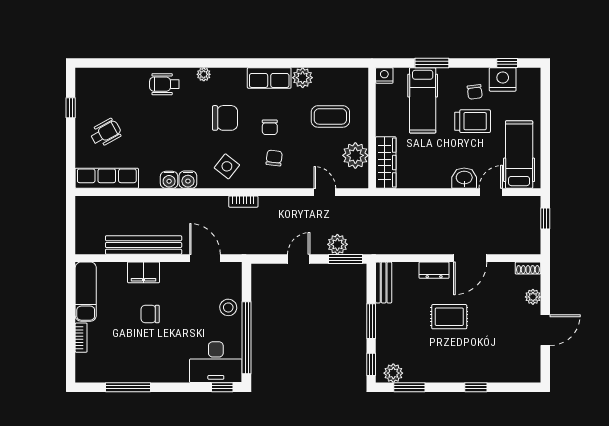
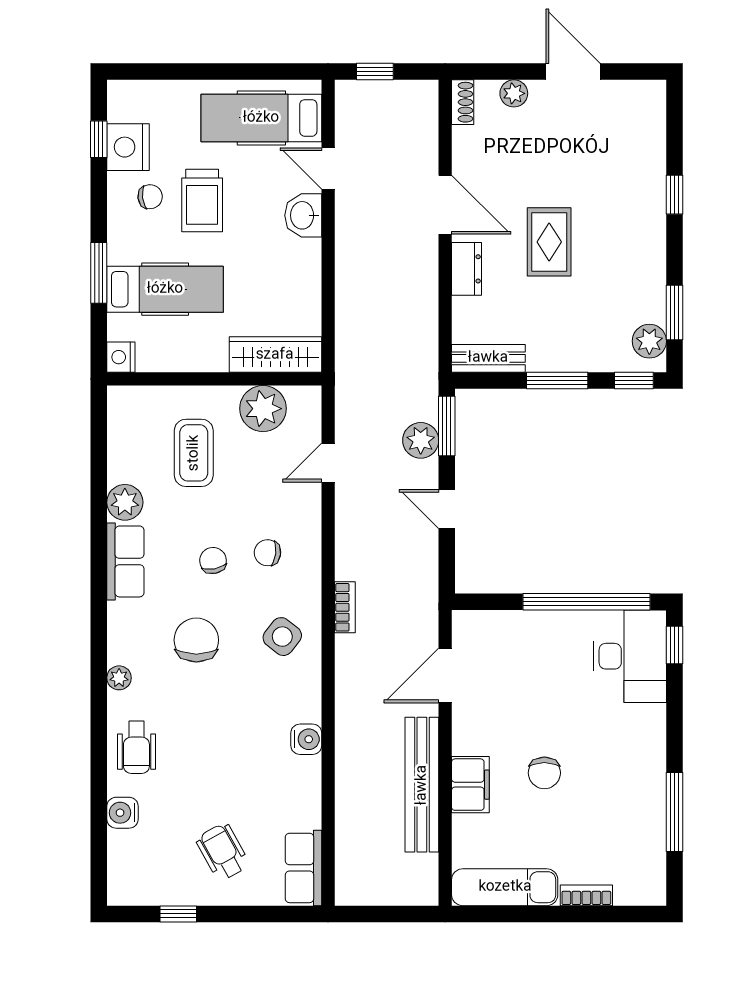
trolley: (473, 121) -> (202, 200), turned 180
chair: (270, 127) -> (213, 561), turned -101
row of seats: (107, 178) -> (303, 868), width x0.68
water cooler: (188, 180) -> (123, 813), moved, turned 180
stool: (228, 307) -> (533, 634), removed

